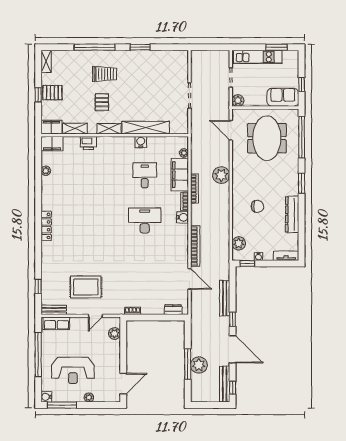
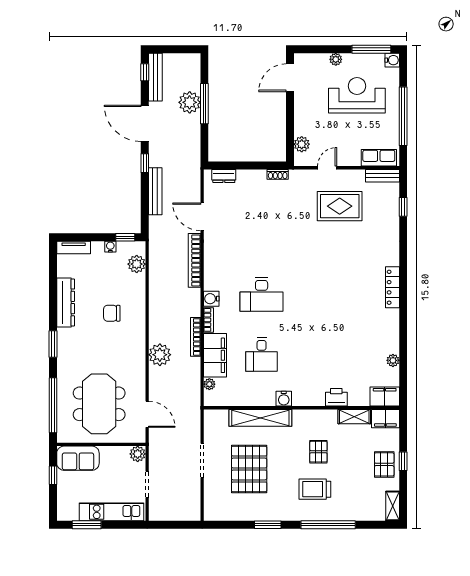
pallet: (154, 89) -> (249, 469), added
pallet: (52, 93) -> (384, 464), turned 90
shelving: (109, 129) -> (309, 416), removed
water cooler: (141, 142) -> (284, 399), moved

